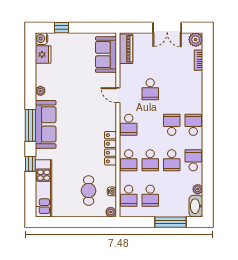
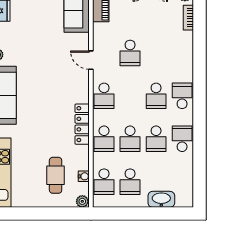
school desk: (172, 125) -> (156, 96), turned 180
plant: (198, 189) -> (187, 174), removed
washbasin: (196, 206) -> (161, 199), moved, turned 90
window: (170, 222) -> (155, 213), removed

